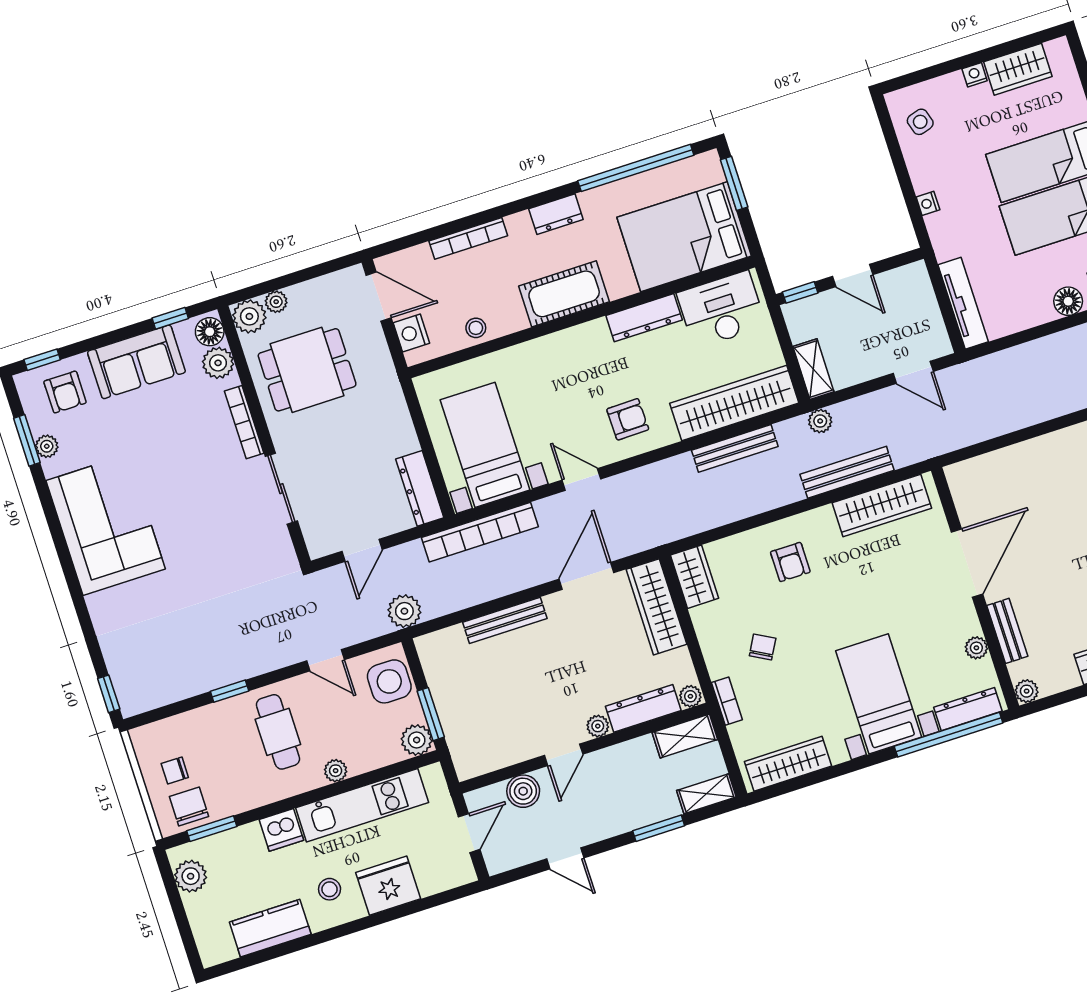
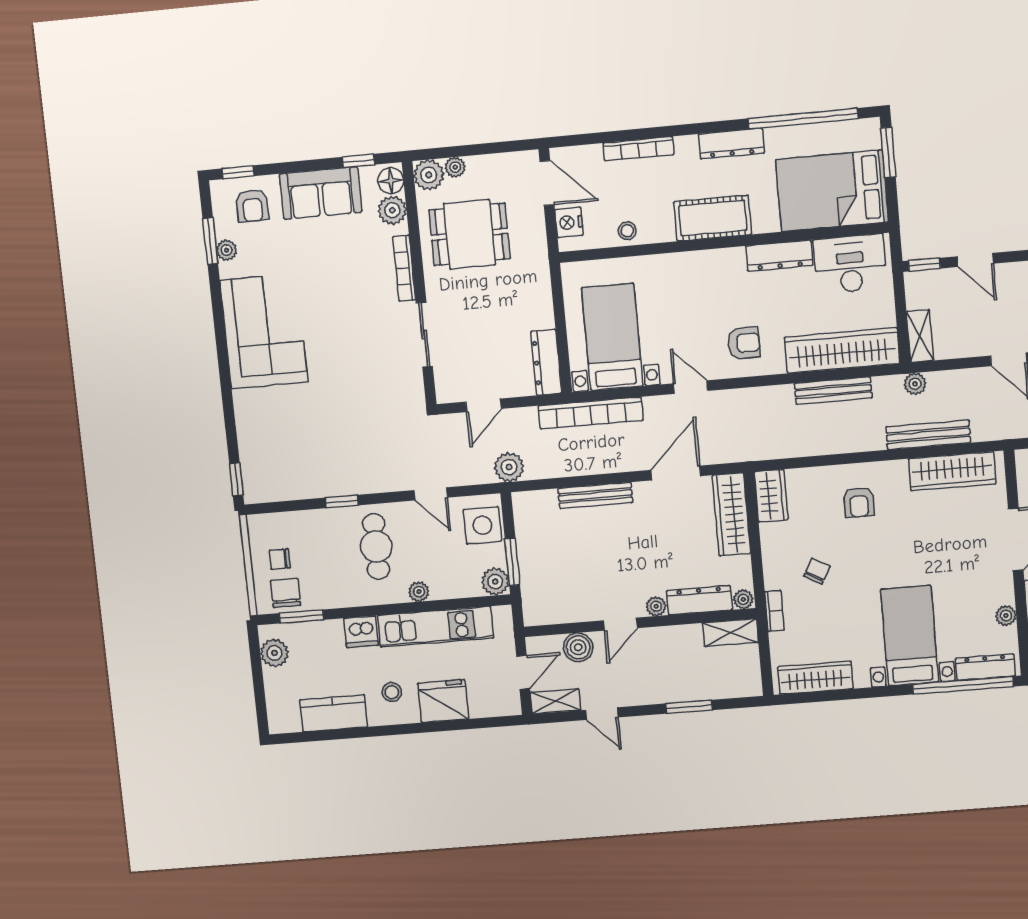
dresser: (556, 214) -> (731, 144), width x1.44
shelving: (706, 794) -> (556, 701), moved

